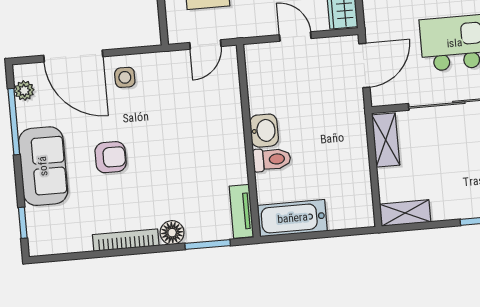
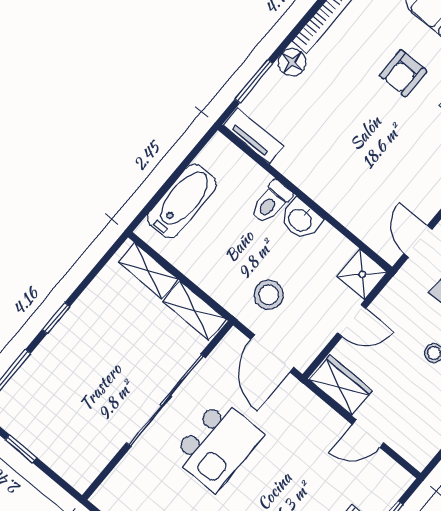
shower: (260, 59) -> (362, 274), added
stool: (330, 104) -> (269, 295), added
shelving: (405, 213) -> (148, 271), moved, turned 90
bathtub: (293, 218) -> (182, 201), moved

